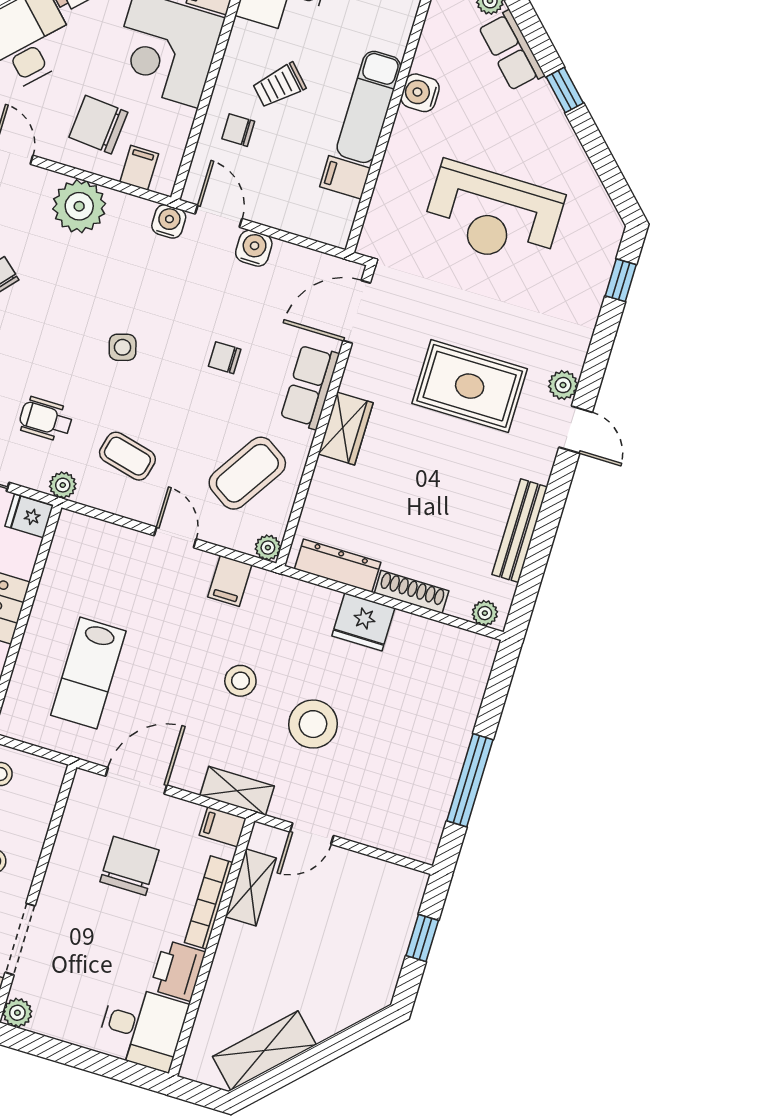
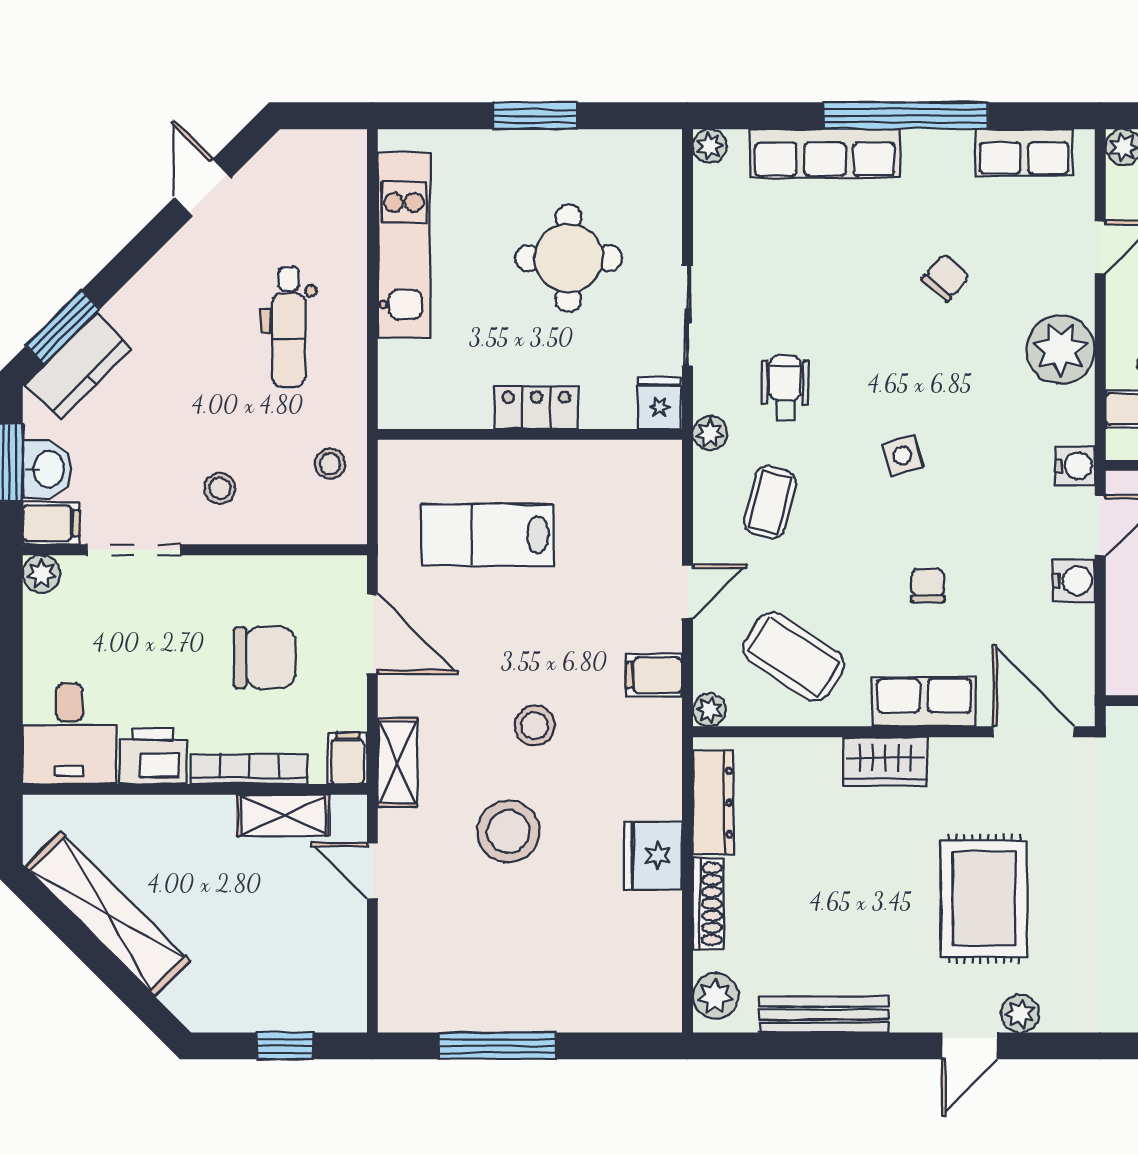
plant: (485, 613) -> (716, 996), width x1.38, depth x1.38
shelving: (264, 1051) -> (108, 914), width x1.47

